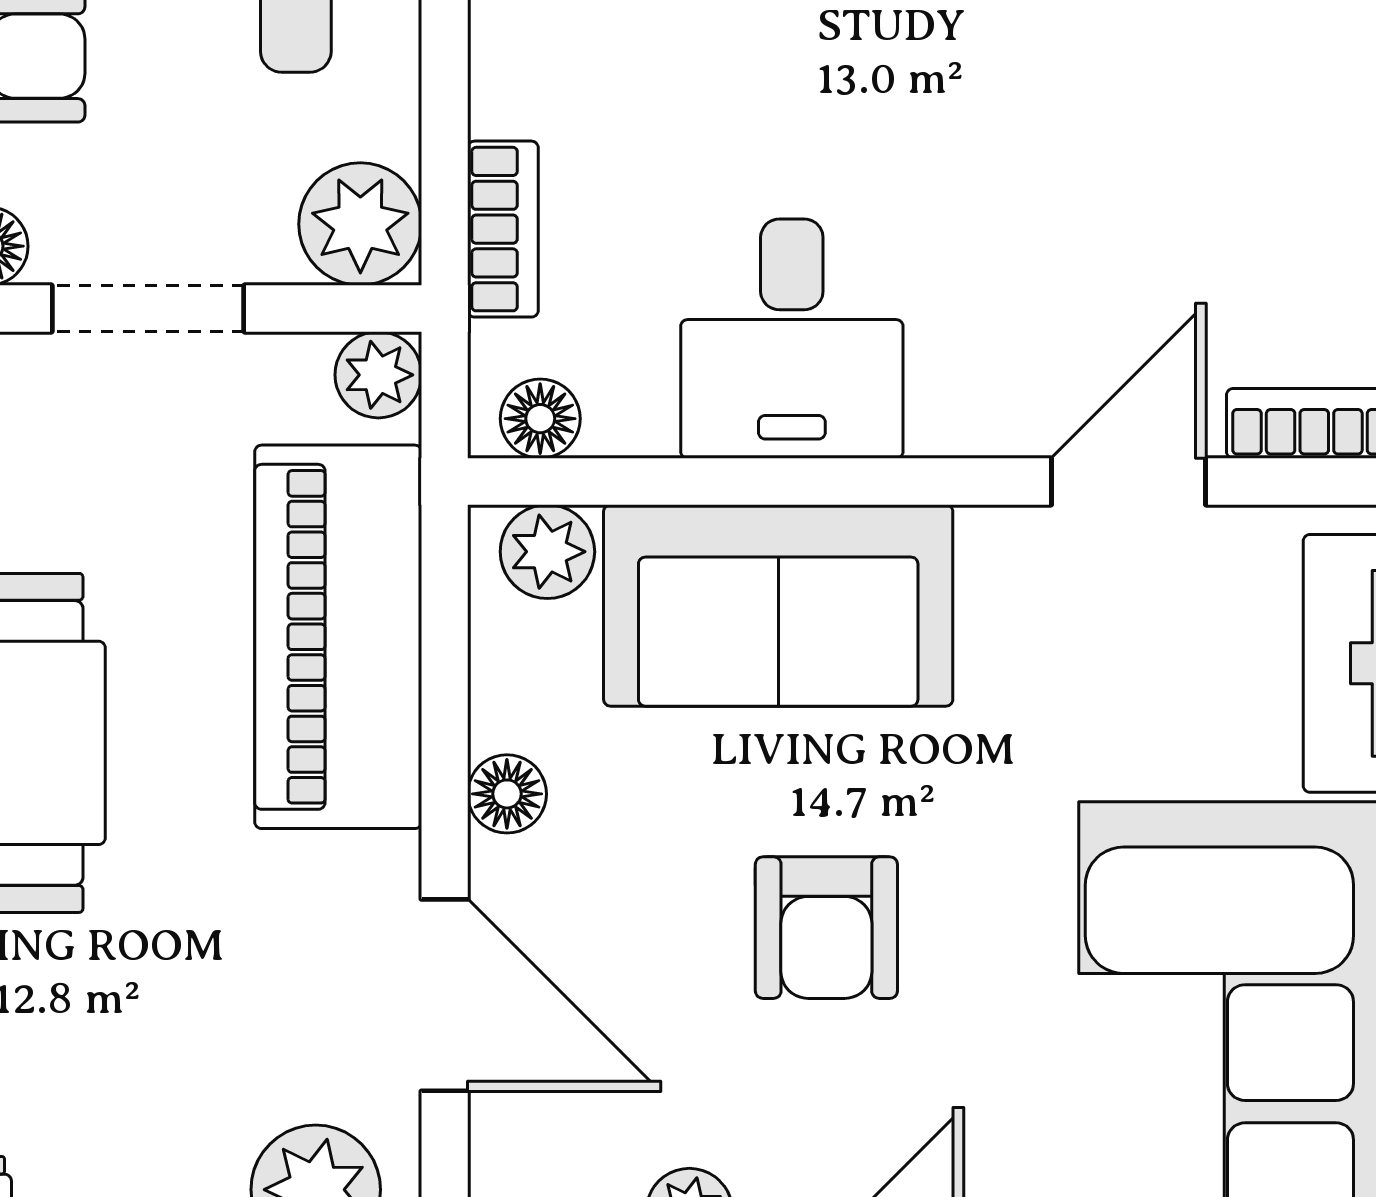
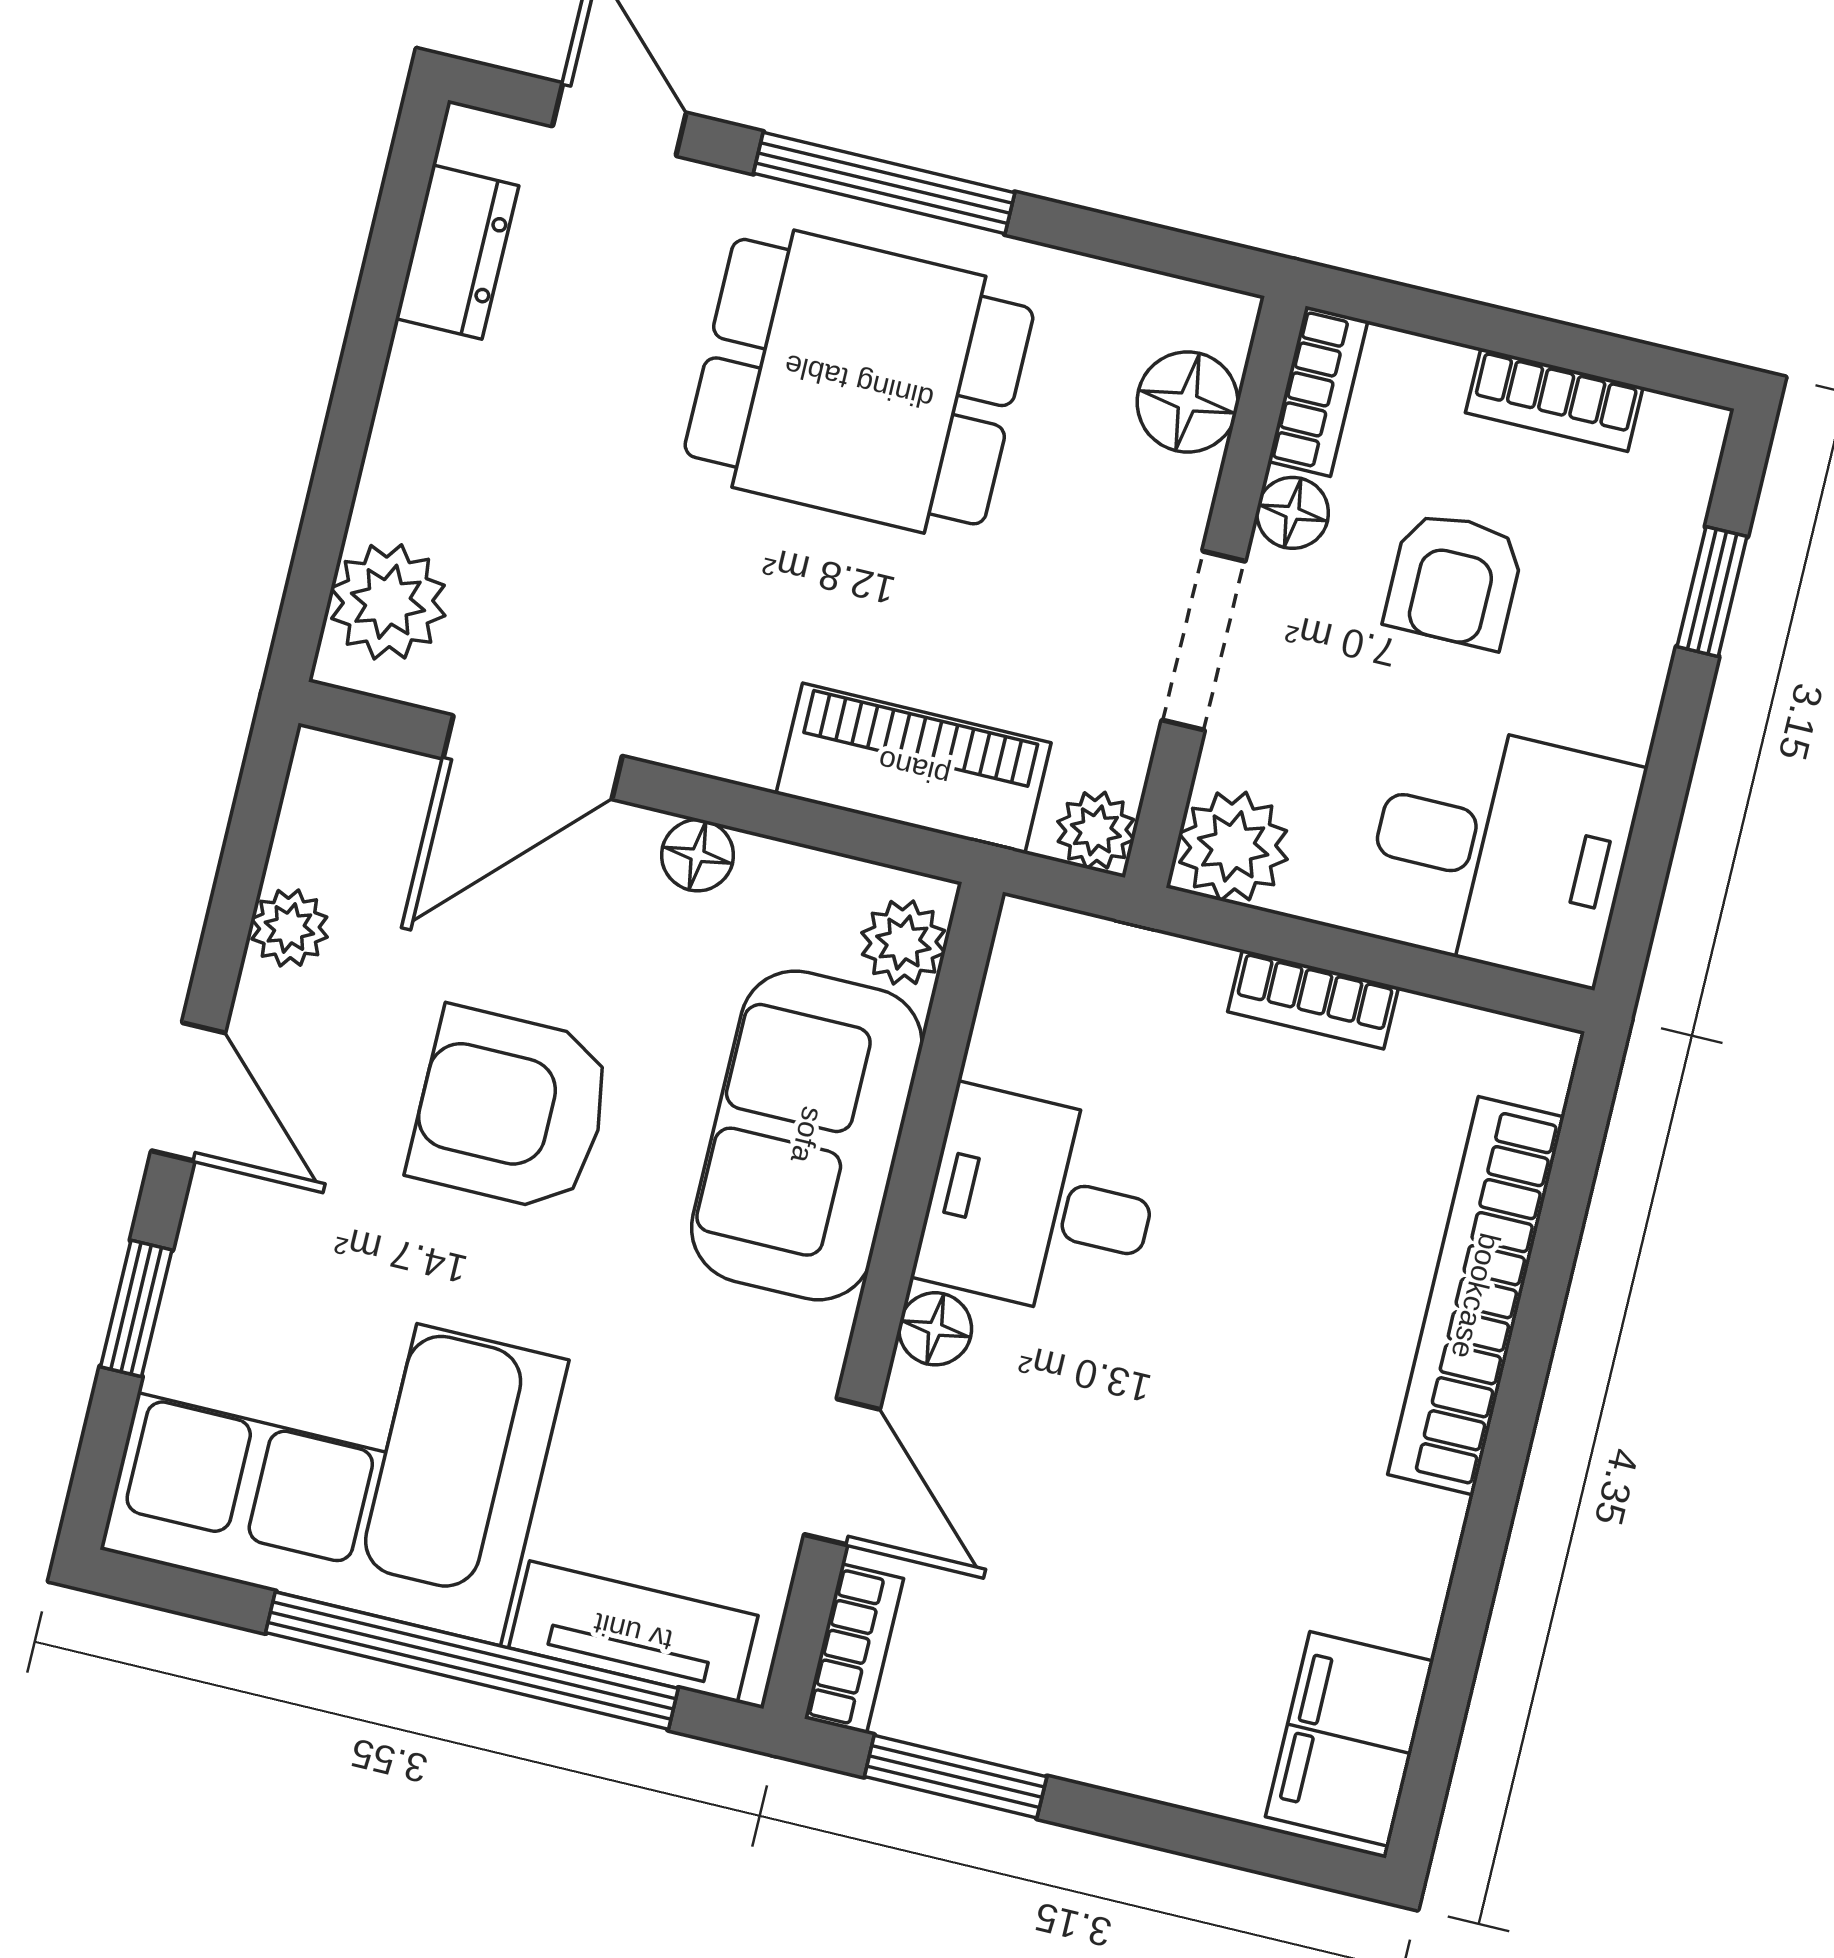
bookcase: (503, 229) -> (1313, 999), moved
floor lamp: (540, 419) -> (935, 1329), moved
piano: (338, 637) -> (914, 768), width x0.73, depth x0.75
armchair: (826, 928) -> (511, 1110), width x1.38, depth x1.38

